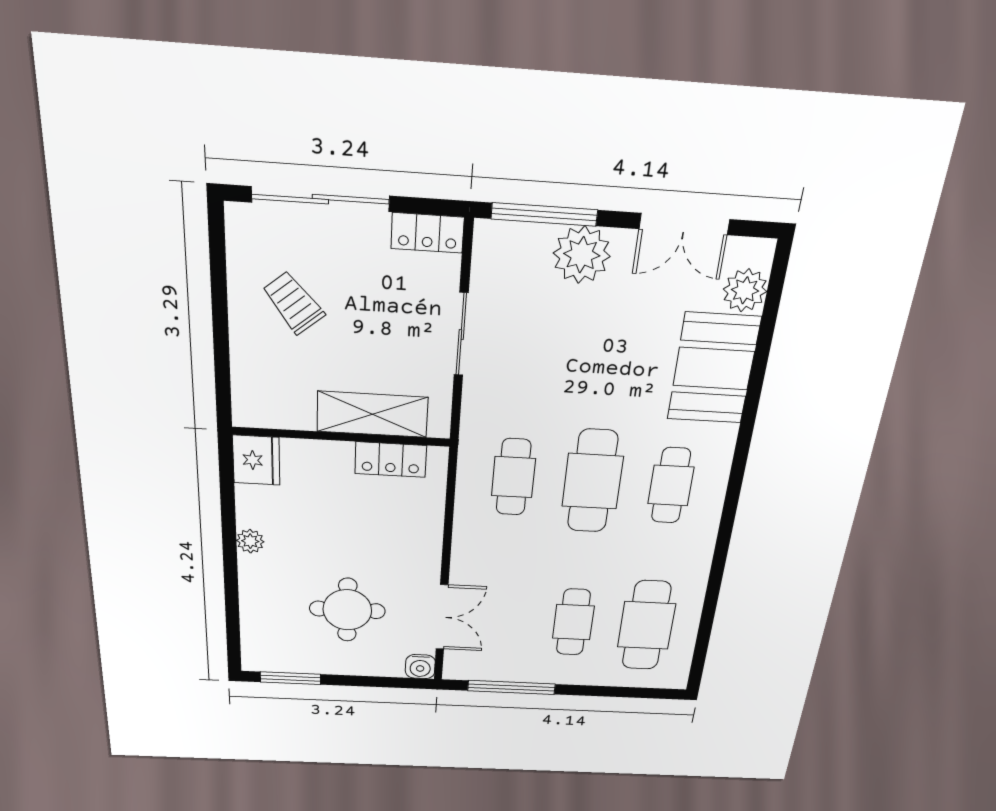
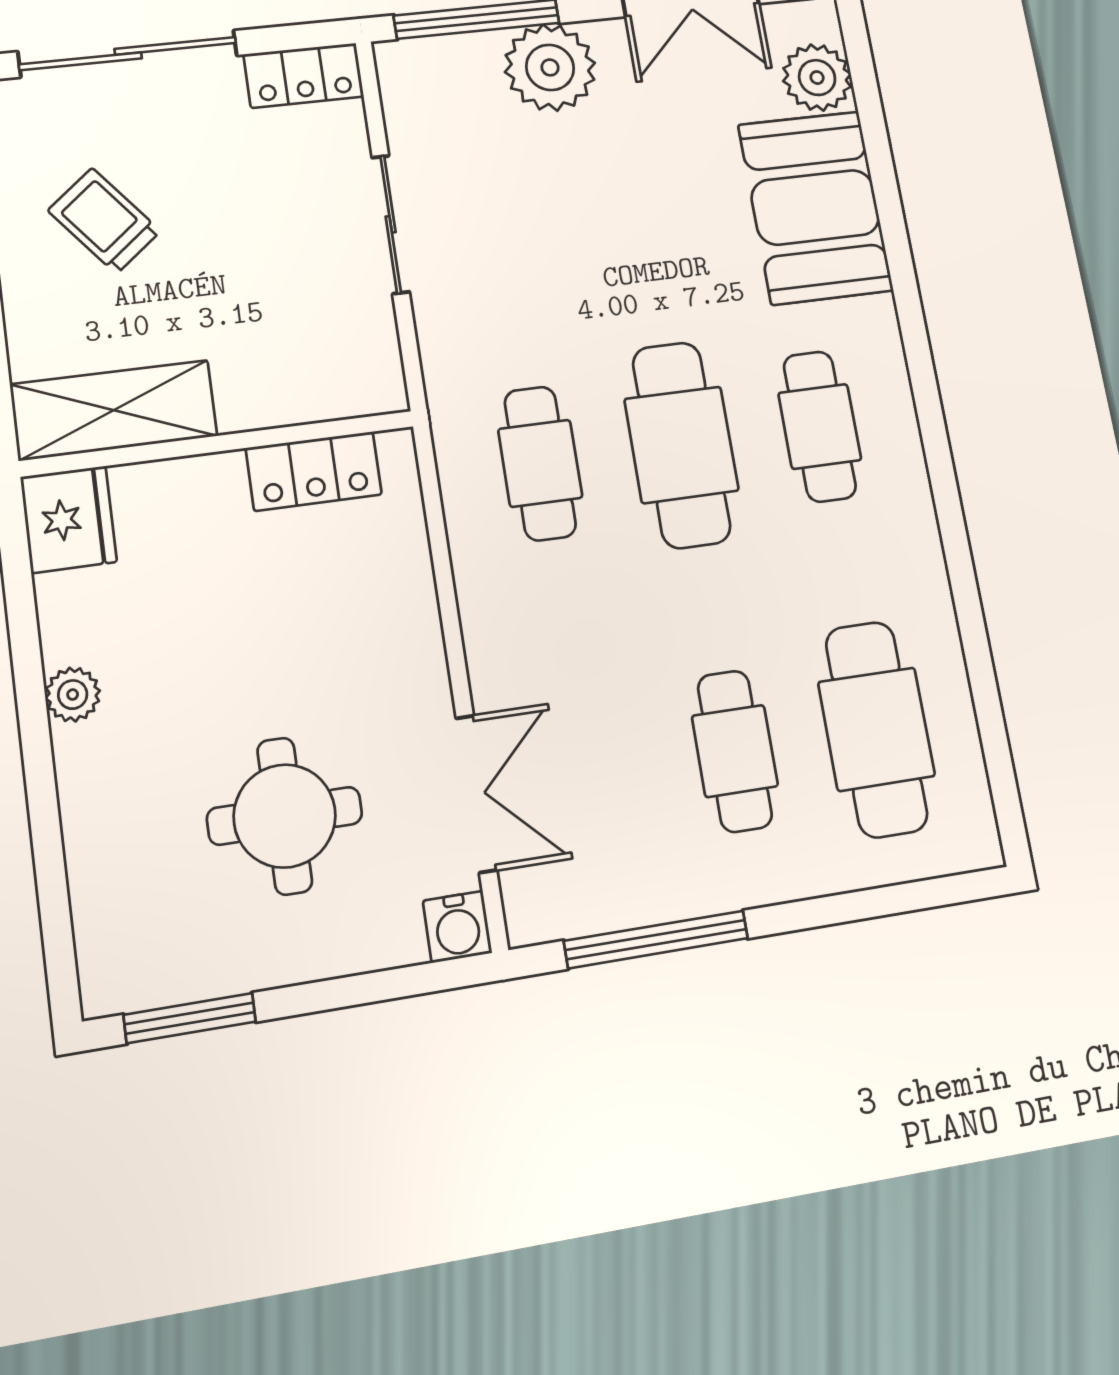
shelving: (372, 414) -> (114, 410), moved

